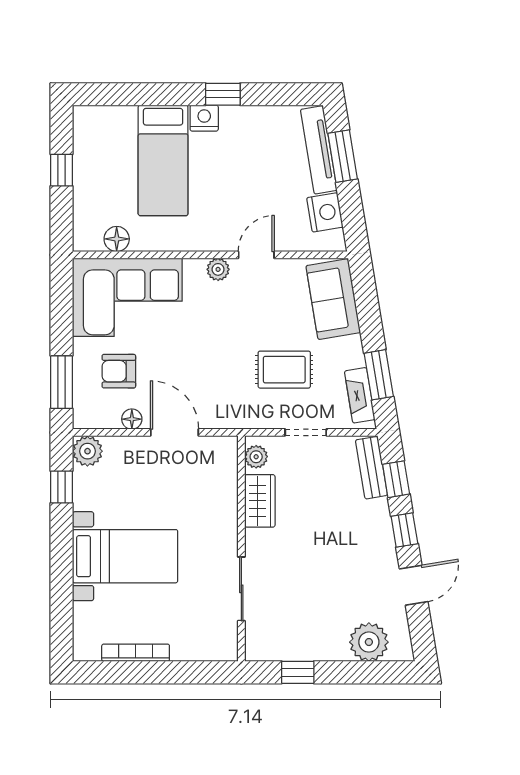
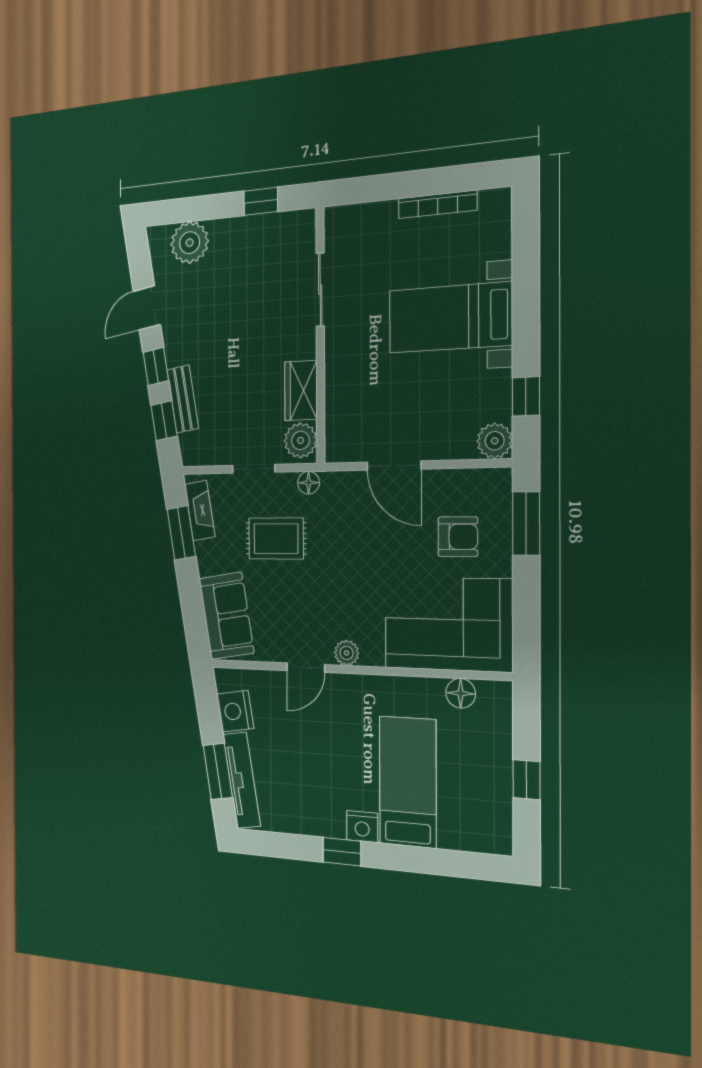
floor lamp: (132, 419) -> (309, 483), moved
plant: (256, 457) -> (301, 440), width x1.38, depth x1.38
bench: (371, 468) -> (183, 399), moved

